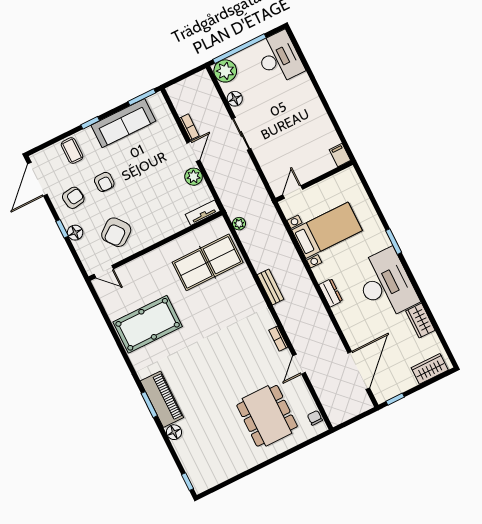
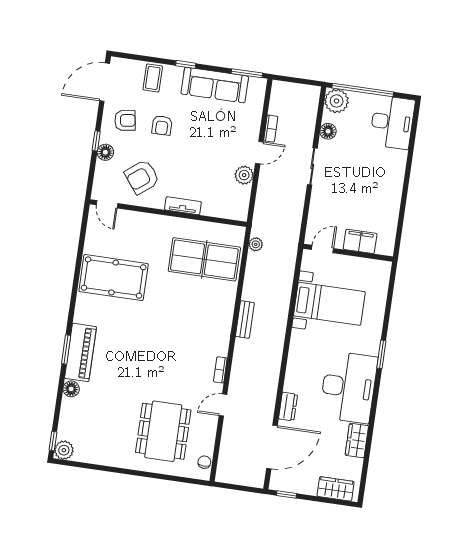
filing cabinet: (340, 155) -> (360, 241), moved, width x2.00
tv unit: (203, 213) -> (183, 206), moved
dresser: (331, 293) -> (288, 407), moved
plant: (201, 483) -> (64, 450), added

